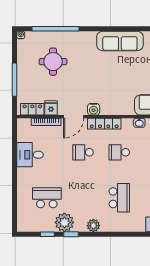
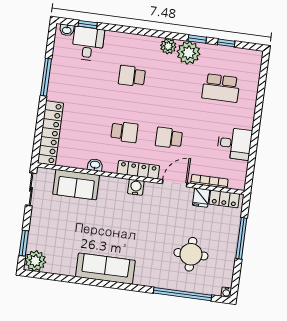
water cooler: (94, 109) -> (136, 187), moved
school desk: (83, 152) -> (169, 138), turned 180
school desk: (119, 198) -> (132, 76), width x0.54
plant: (64, 222) -> (188, 53), moved

